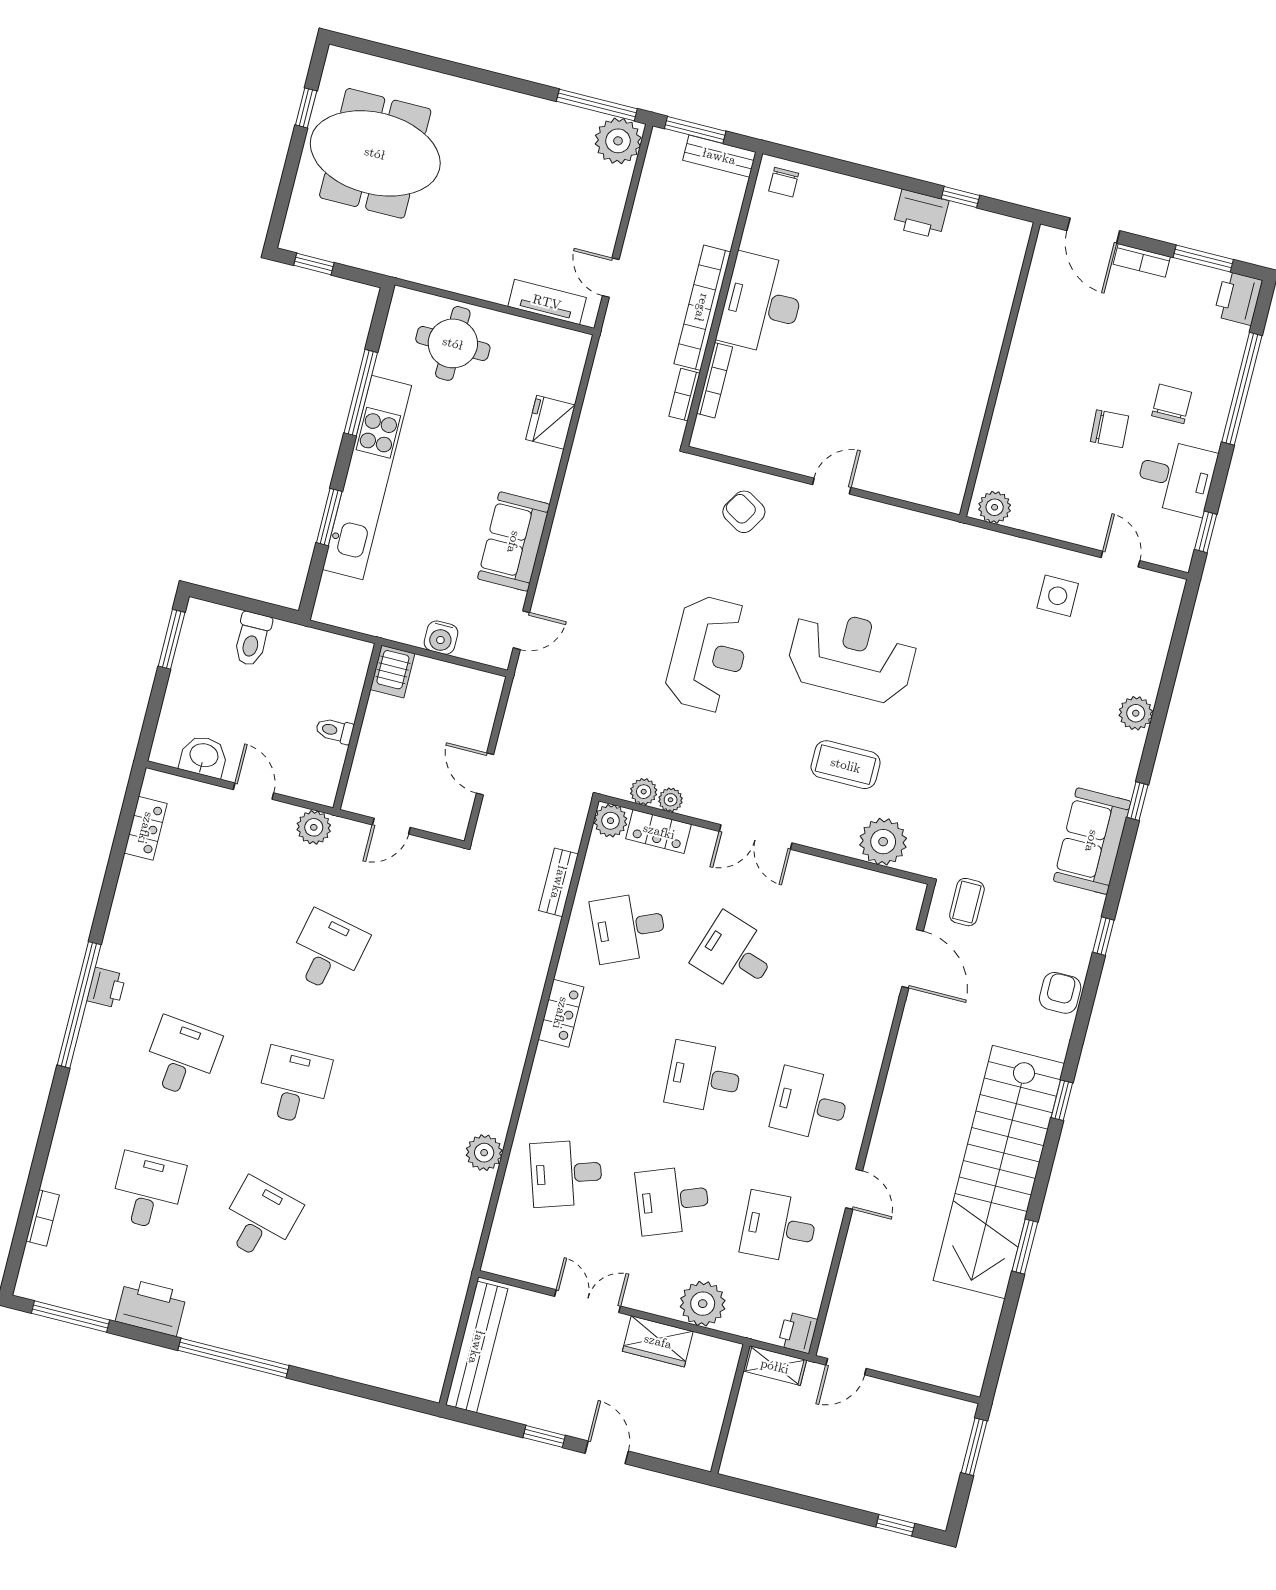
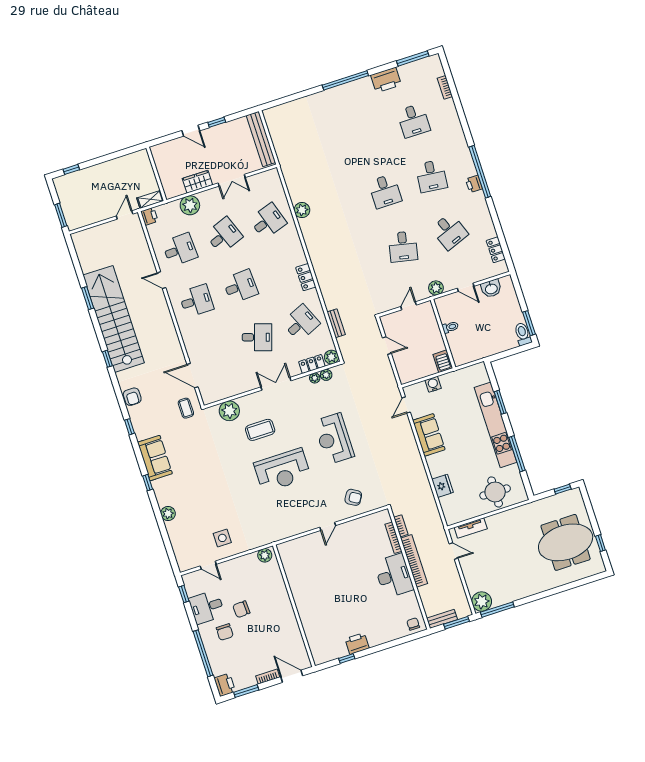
toilet: (252, 639) -> (523, 334), moved
desk: (260, 1219) -> (449, 231), moved, turned -36

